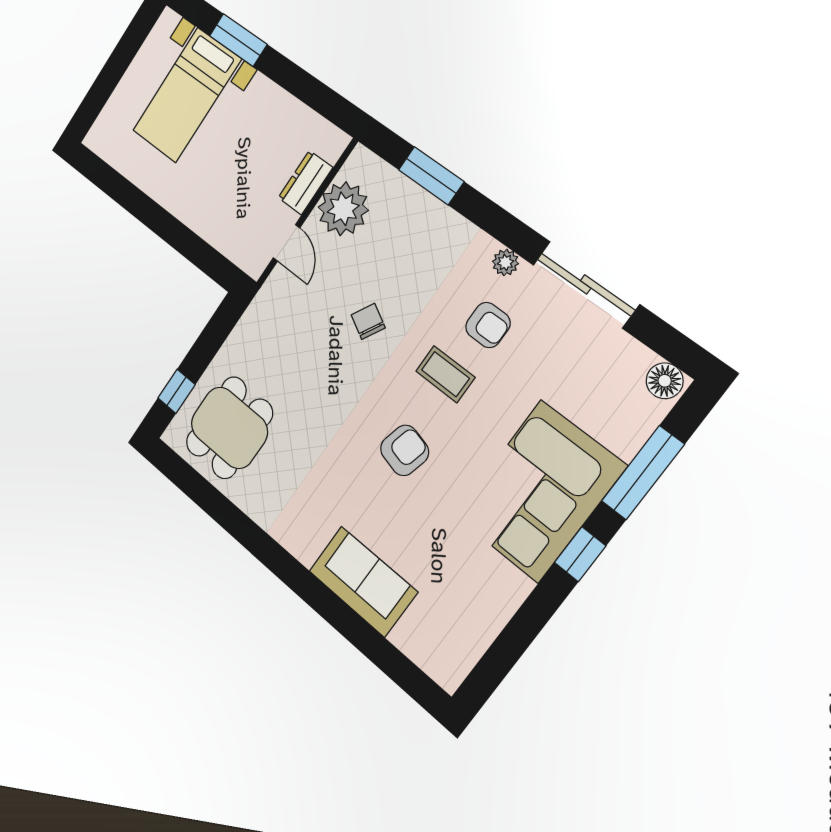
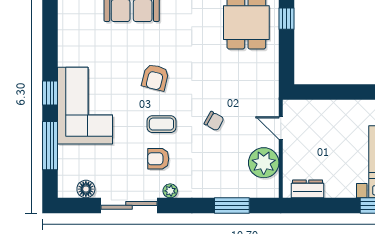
dresser: (305, 183) -> (308, 189), moved, turned -90
floor lamp: (665, 381) -> (86, 189), moved

